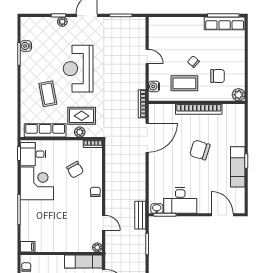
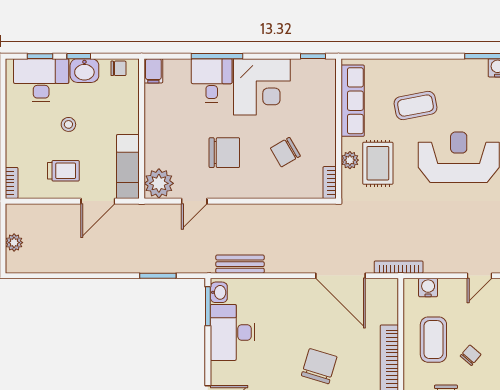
desk: (33, 154) -> (212, 80), moved
chair: (95, 192) -> (224, 153), moved, width x1.87, depth x1.87
bench: (140, 215) -> (240, 264), moved
plant: (97, 247) -> (159, 183), width x1.87, depth x1.87

